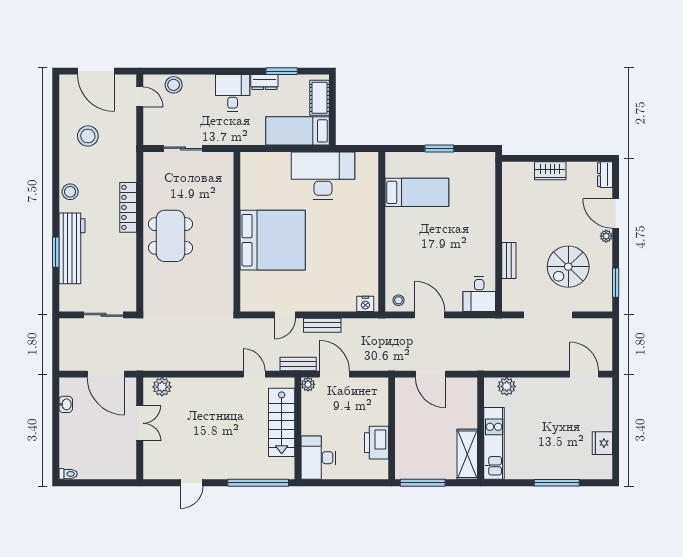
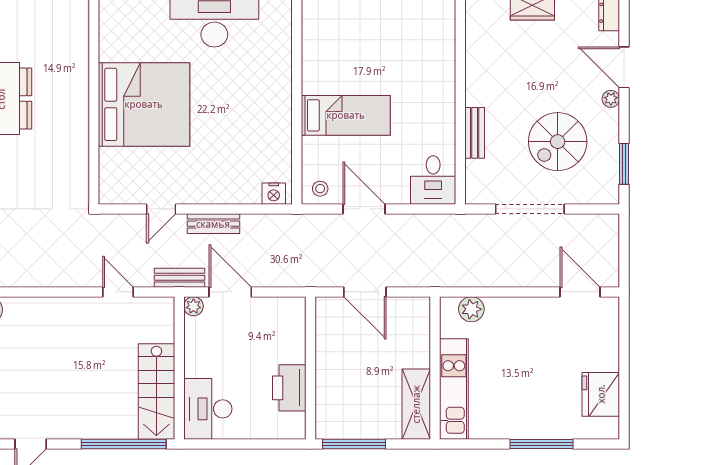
bed: (417, 192) -> (346, 115), moved
stairs: (282, 422) -> (156, 391), moved
fridge: (602, 443) -> (601, 394), width x1.36, depth x1.34

